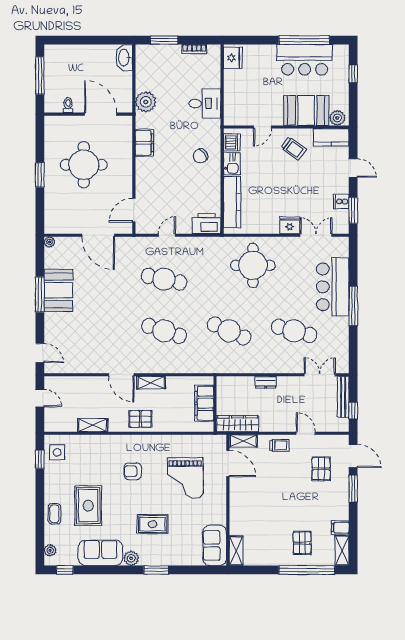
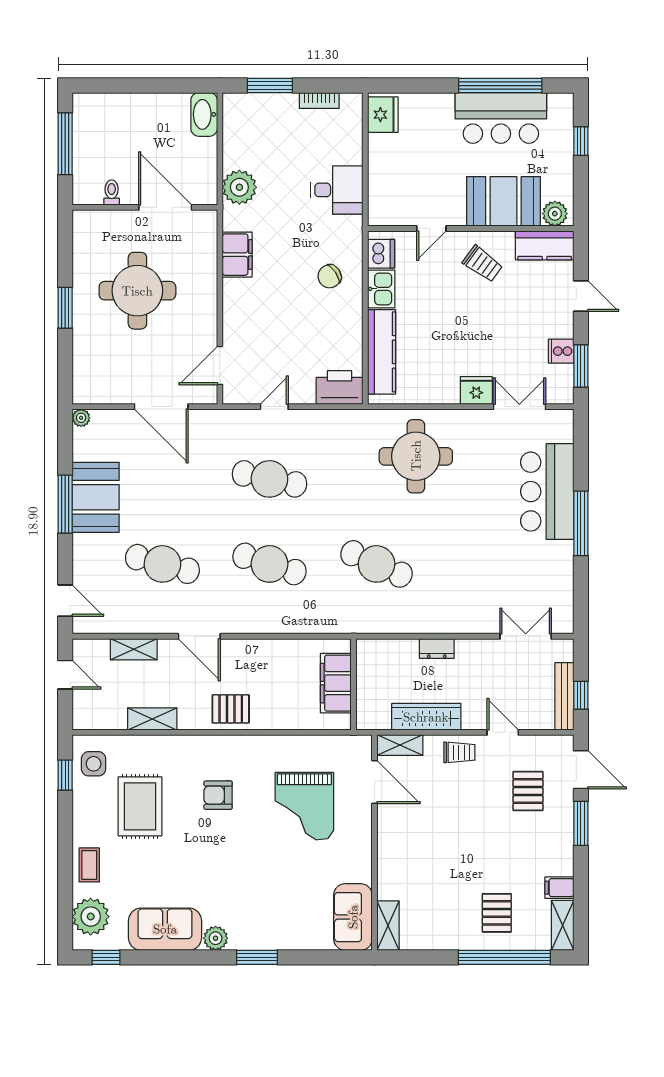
cafe table: (294, 331) -> (162, 564), moved
shelving: (151, 383) -> (134, 649), moved
bench: (343, 397) -> (564, 696), moved
wardrobe: (238, 424) -> (426, 717), moved
rug: (88, 506) -> (140, 806), moved
rug: (152, 524) -> (251, 882), removed
plant: (50, 550) -> (91, 917), width x1.87, depth x1.87

